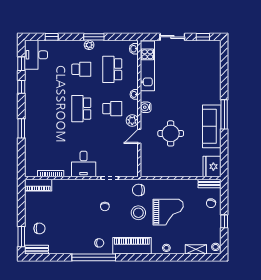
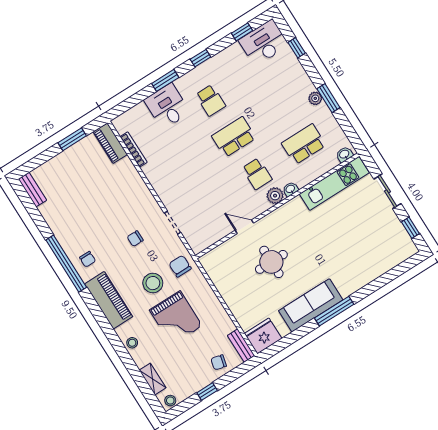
school desk: (81, 69) -> (211, 100), moved
window: (21, 87) -> (200, 58), moved
water cooler: (146, 107) -> (284, 212), removed
plant: (132, 121) -> (275, 196), moved
desk: (84, 164) -> (167, 106), moved, turned 90
chair: (40, 228) -> (60, 177), removed
window: (21, 237) -> (72, 139), moved

